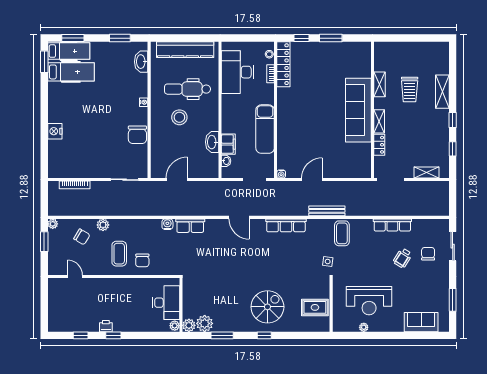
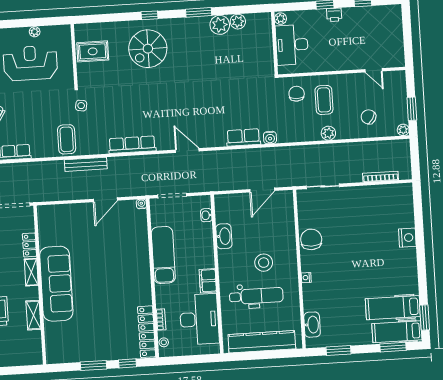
filing cabinet: (228, 144) -> (208, 281), moved
plant: (103, 225) -> (328, 133), moved
desk: (166, 303) -> (292, 45), moved
wall: (181, 305) -> (274, 43), moved
plant: (175, 326) -> (280, 19), moved

